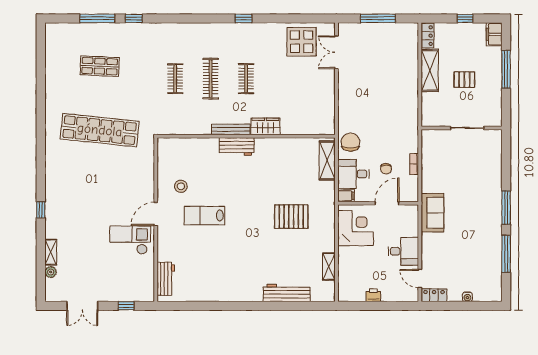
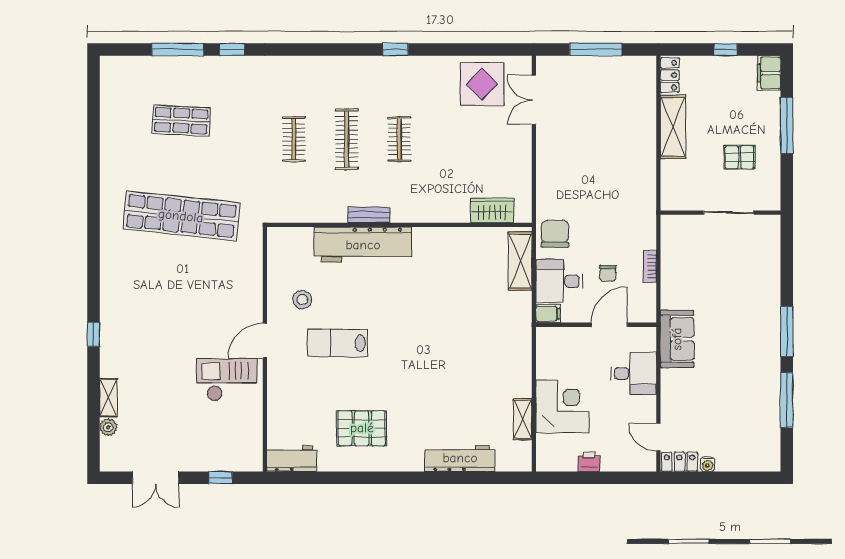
pallet: (464, 80) -> (740, 157), moved
wardrobe: (265, 126) -> (492, 210), moved
bench: (231, 129) -> (369, 215), width x0.73
workbench: (237, 146) -> (363, 245), width x1.88, depth x1.32
pallet: (291, 217) -> (362, 428), moved
corner desk: (356, 228) -> (562, 406), moved
desk: (403, 251) -> (634, 373), moved
workbench: (166, 279) -> (292, 459), moved, turned -90
water cooler: (467, 297) -> (707, 464), moved

